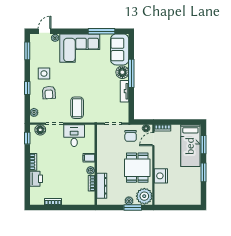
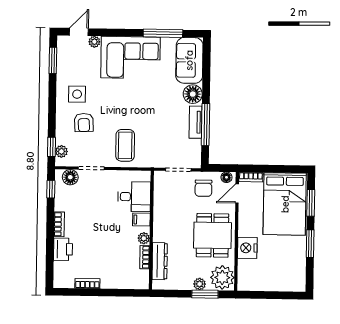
window: (131, 73) -> (205, 124), moved
window: (27, 88) -> (51, 147), moved
desk: (74, 136) -> (134, 197), moved, turned 90
bed: (190, 146) -> (285, 204), width x1.50

